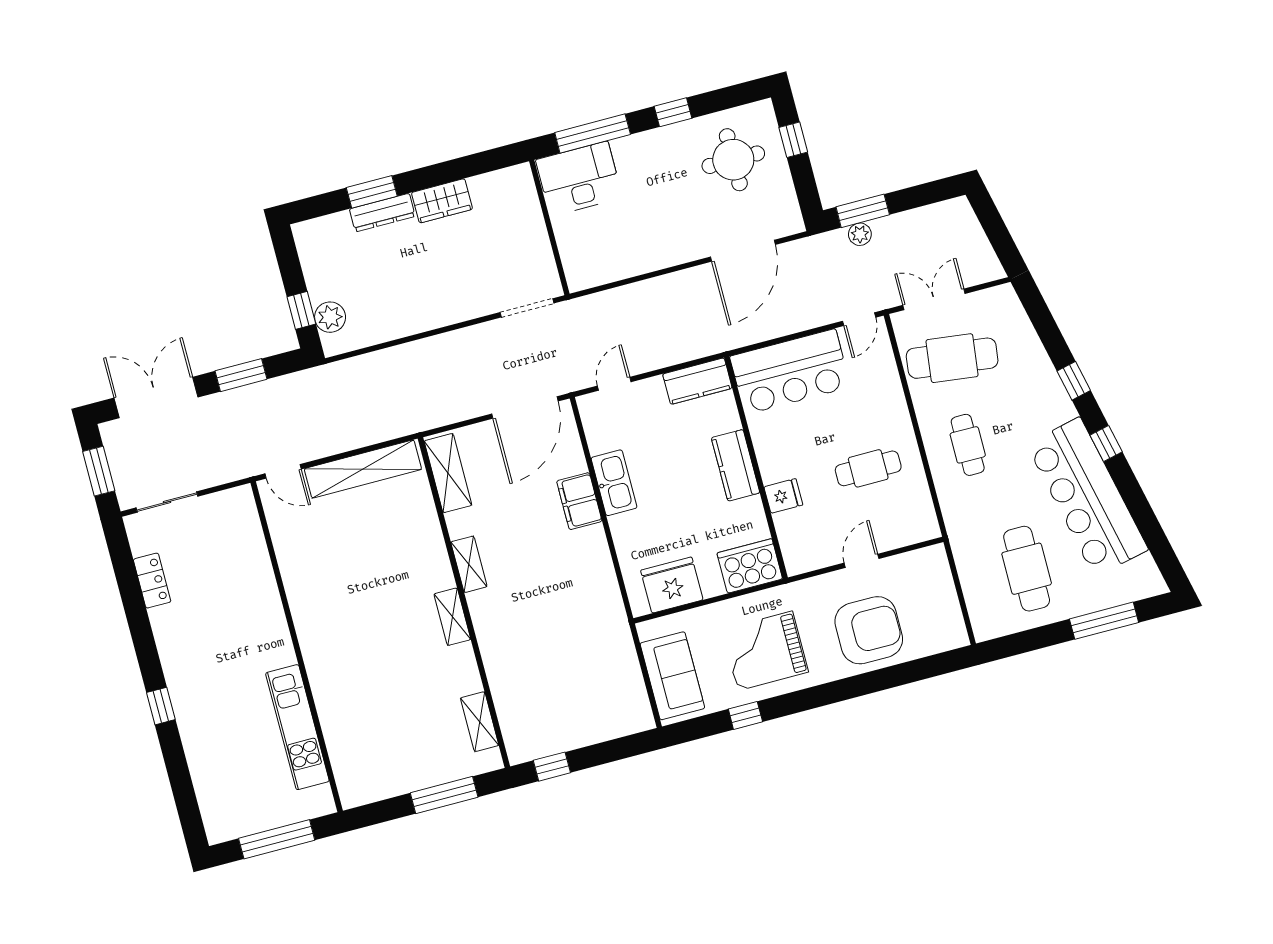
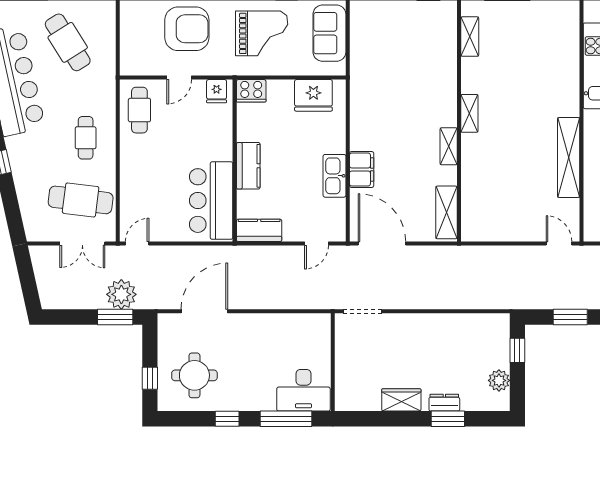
dresser: (382, 213) -> (444, 403), width x0.70
plant: (860, 234) -> (121, 294), width x1.87, depth x1.87
plant: (330, 317) -> (499, 380), moved
bar counter: (790, 372) -> (211, 201), moved, turned -90
door: (525, 407) -> (382, 243), hinge flipped
cafe table: (868, 468) -> (139, 110), moved, turned 90
shelving: (363, 469) -> (569, 158), moved, turned 90
fridge: (783, 496) -> (217, 91), moved, turned -90
cooker: (750, 566) -> (251, 91), width x0.73, depth x0.76
cafe table: (1027, 569) -> (68, 42), turned -32
armchair: (869, 630) -> (187, 29), turned 180

